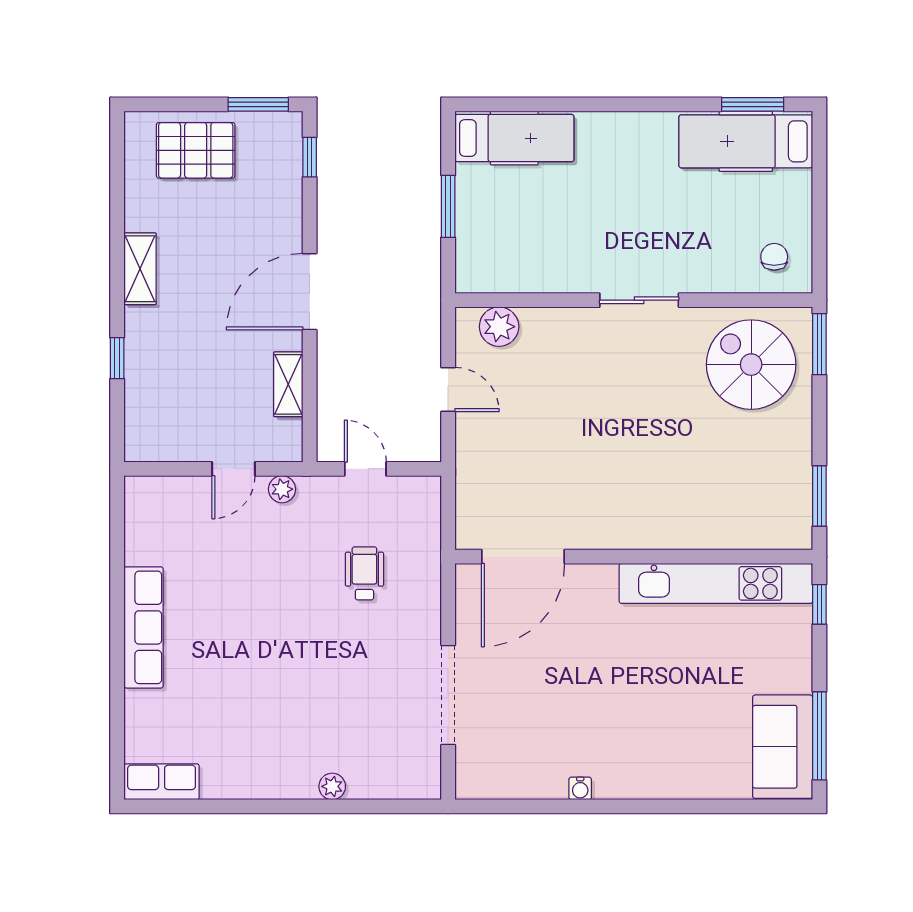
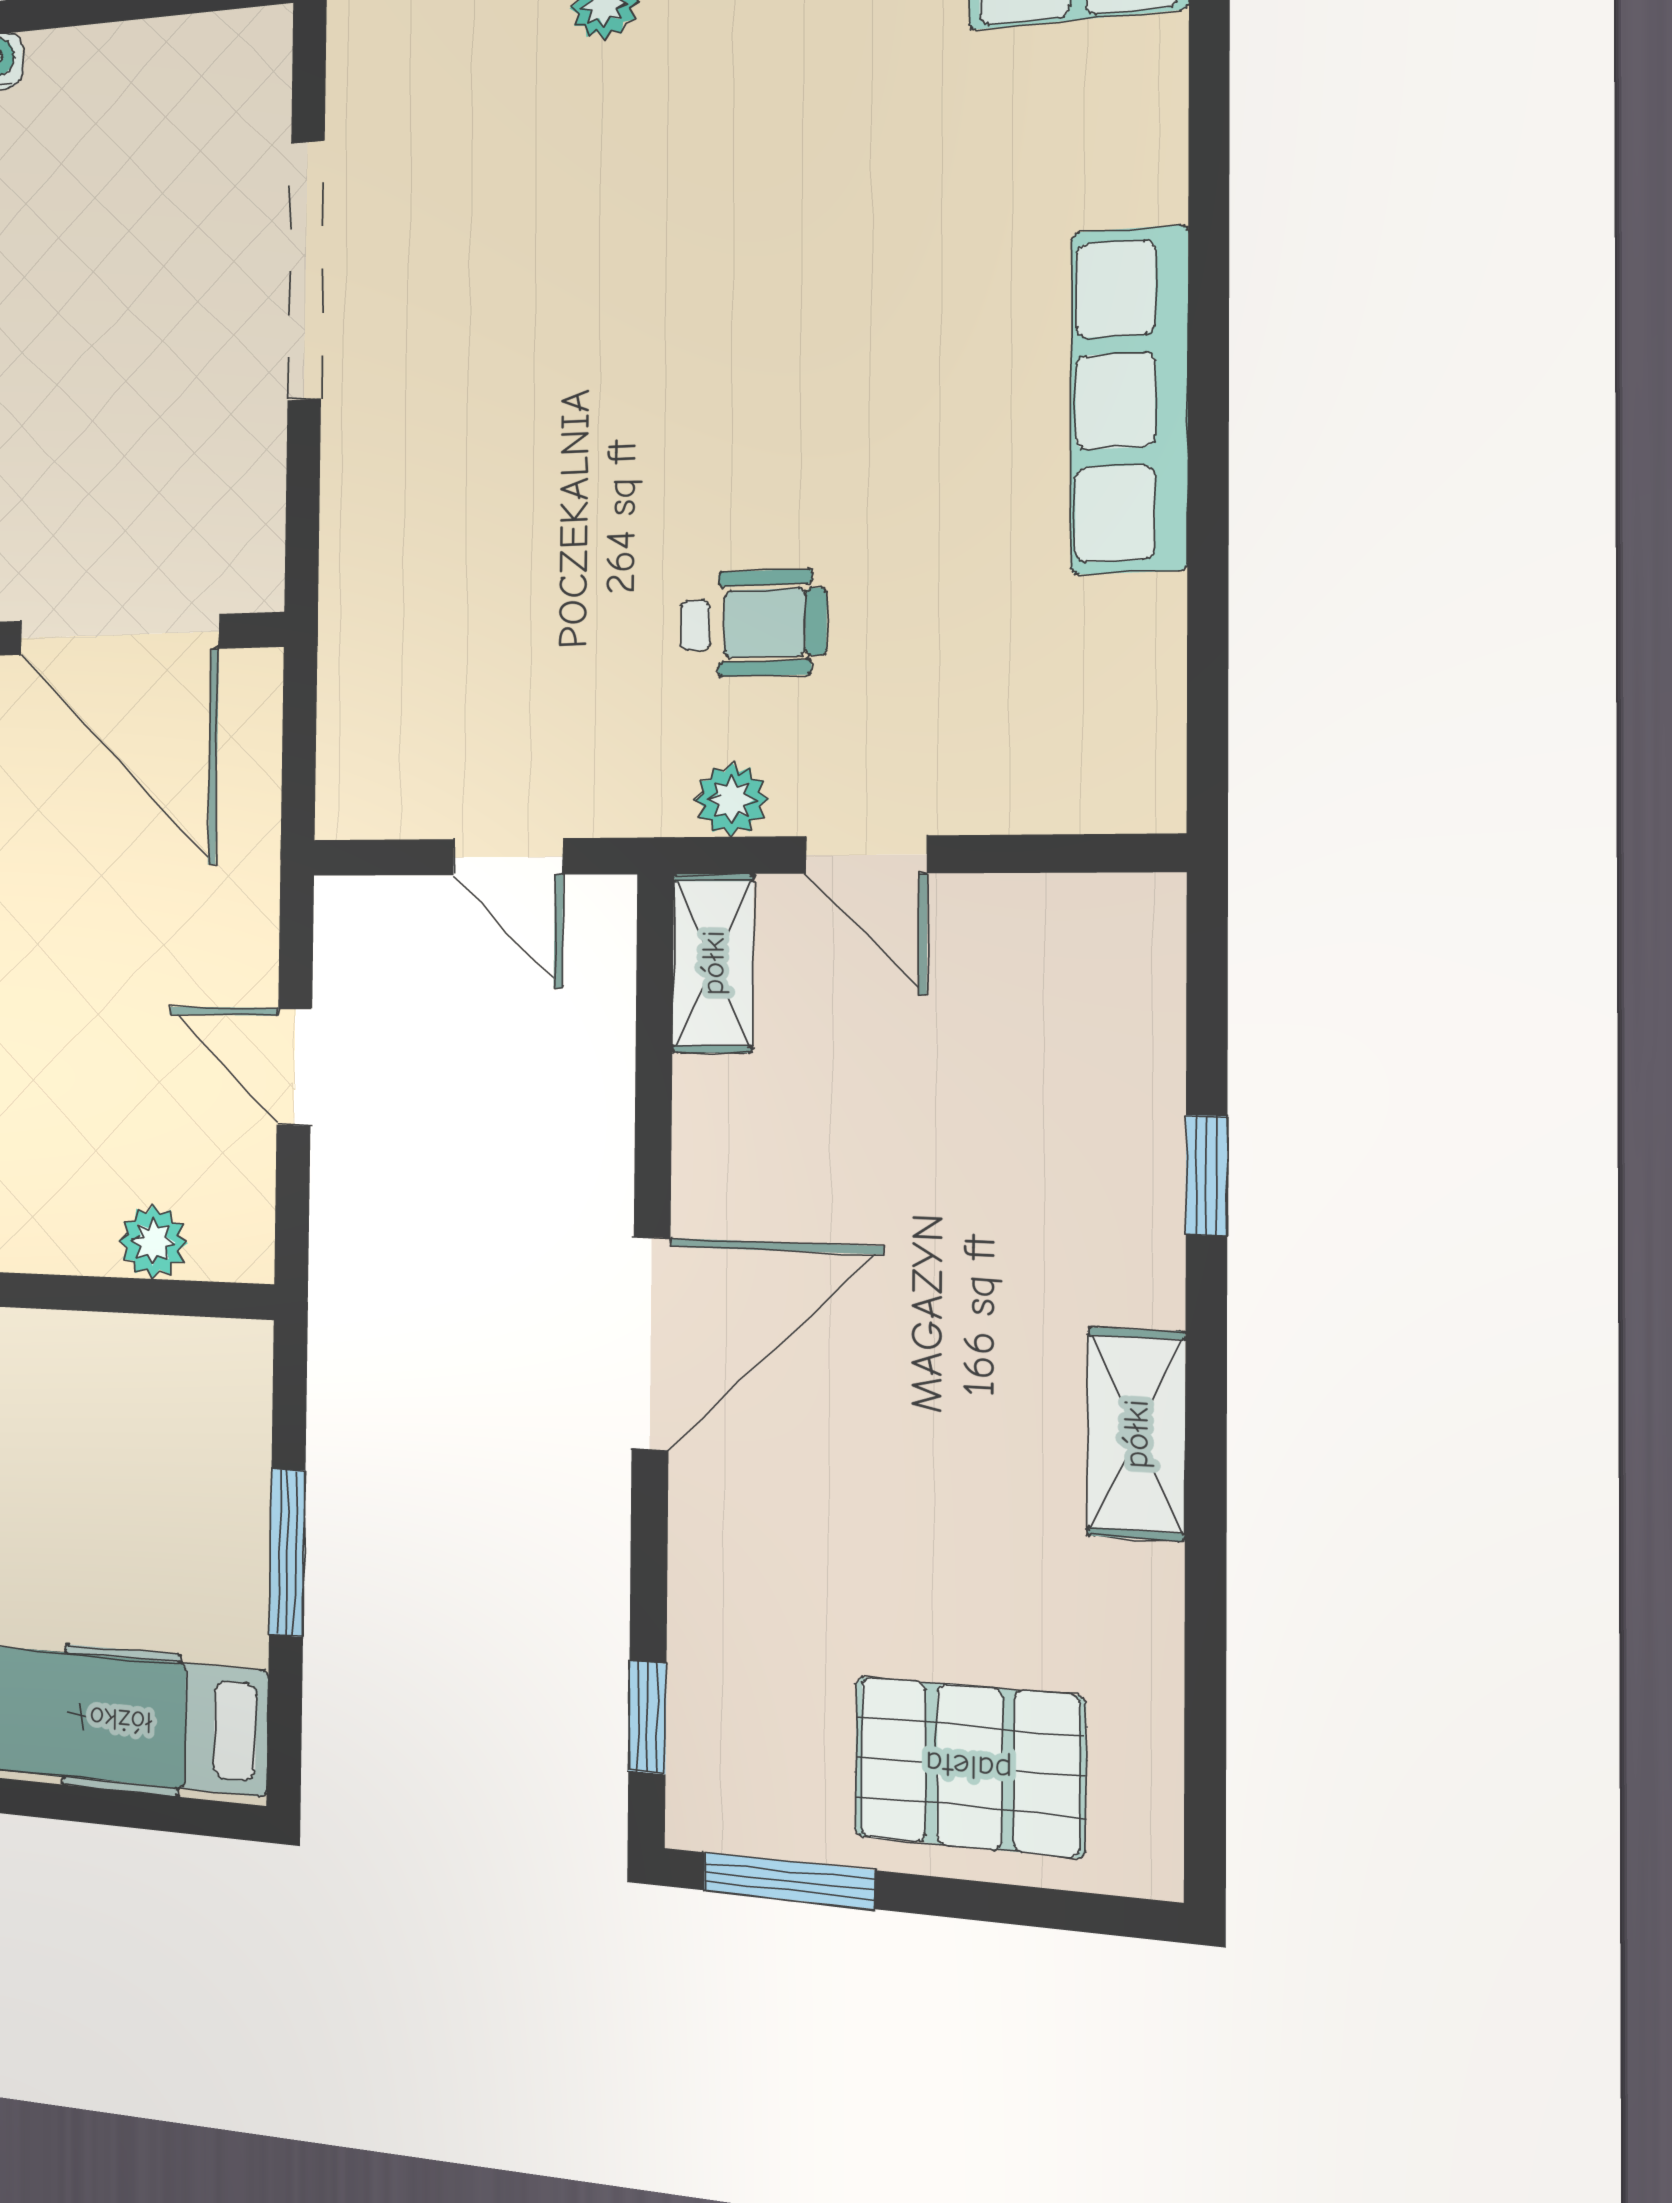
plant: (499, 327) -> (153, 1242), width x0.73, depth x0.73
shelving: (288, 384) -> (713, 963), moved
door: (233, 469) -> (866, 855), swing flipped
door: (523, 557) -> (119, 635), swing flipped
wheelchair: (364, 573) -> (753, 623), moved, turned -90

